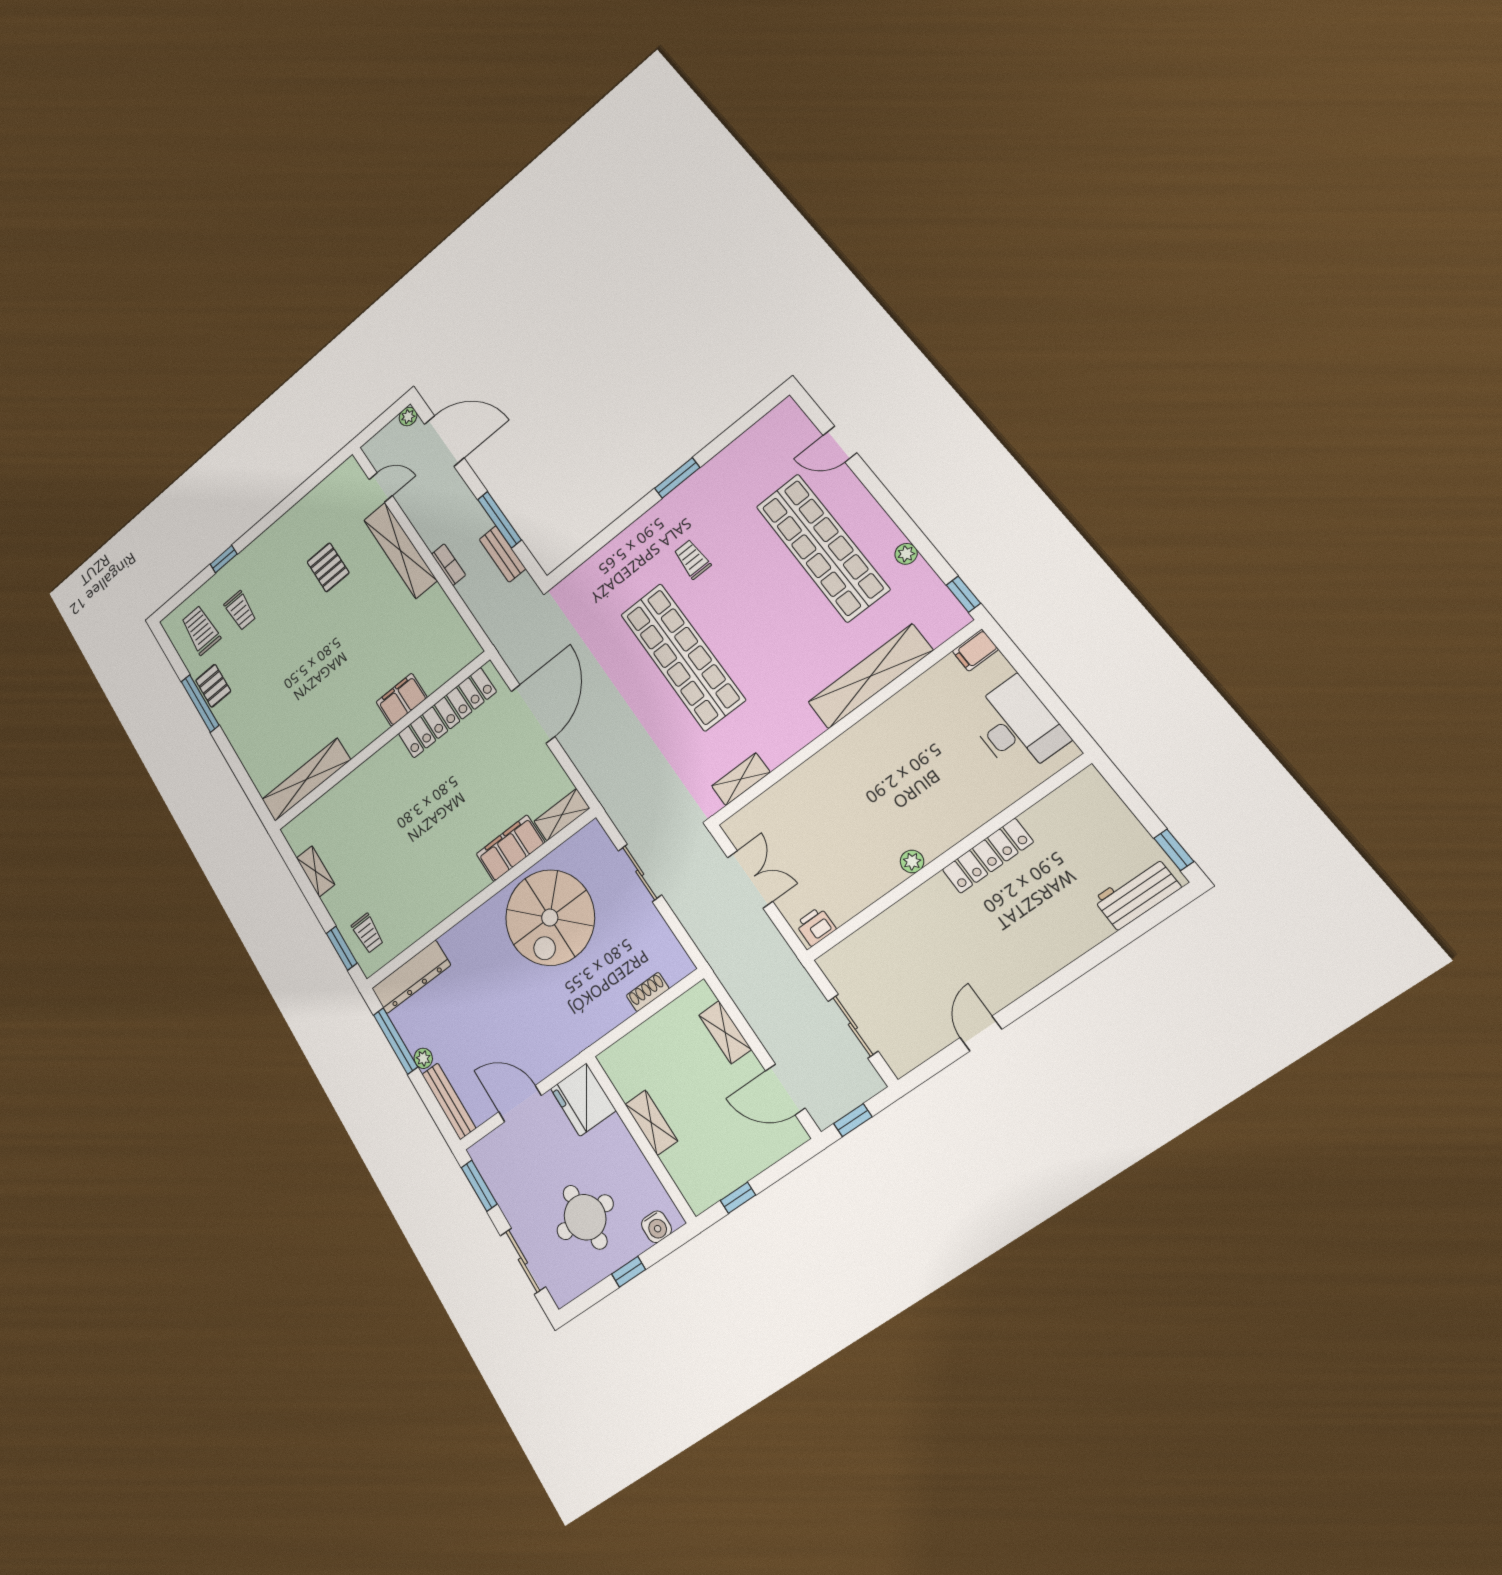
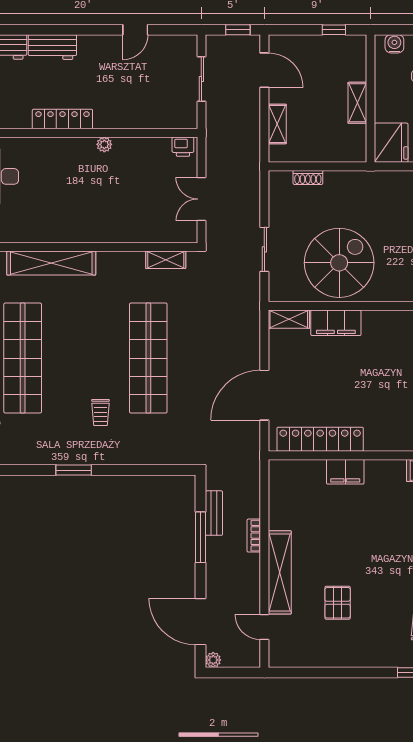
workbench: (1071, 938) -> (52, 47), added

